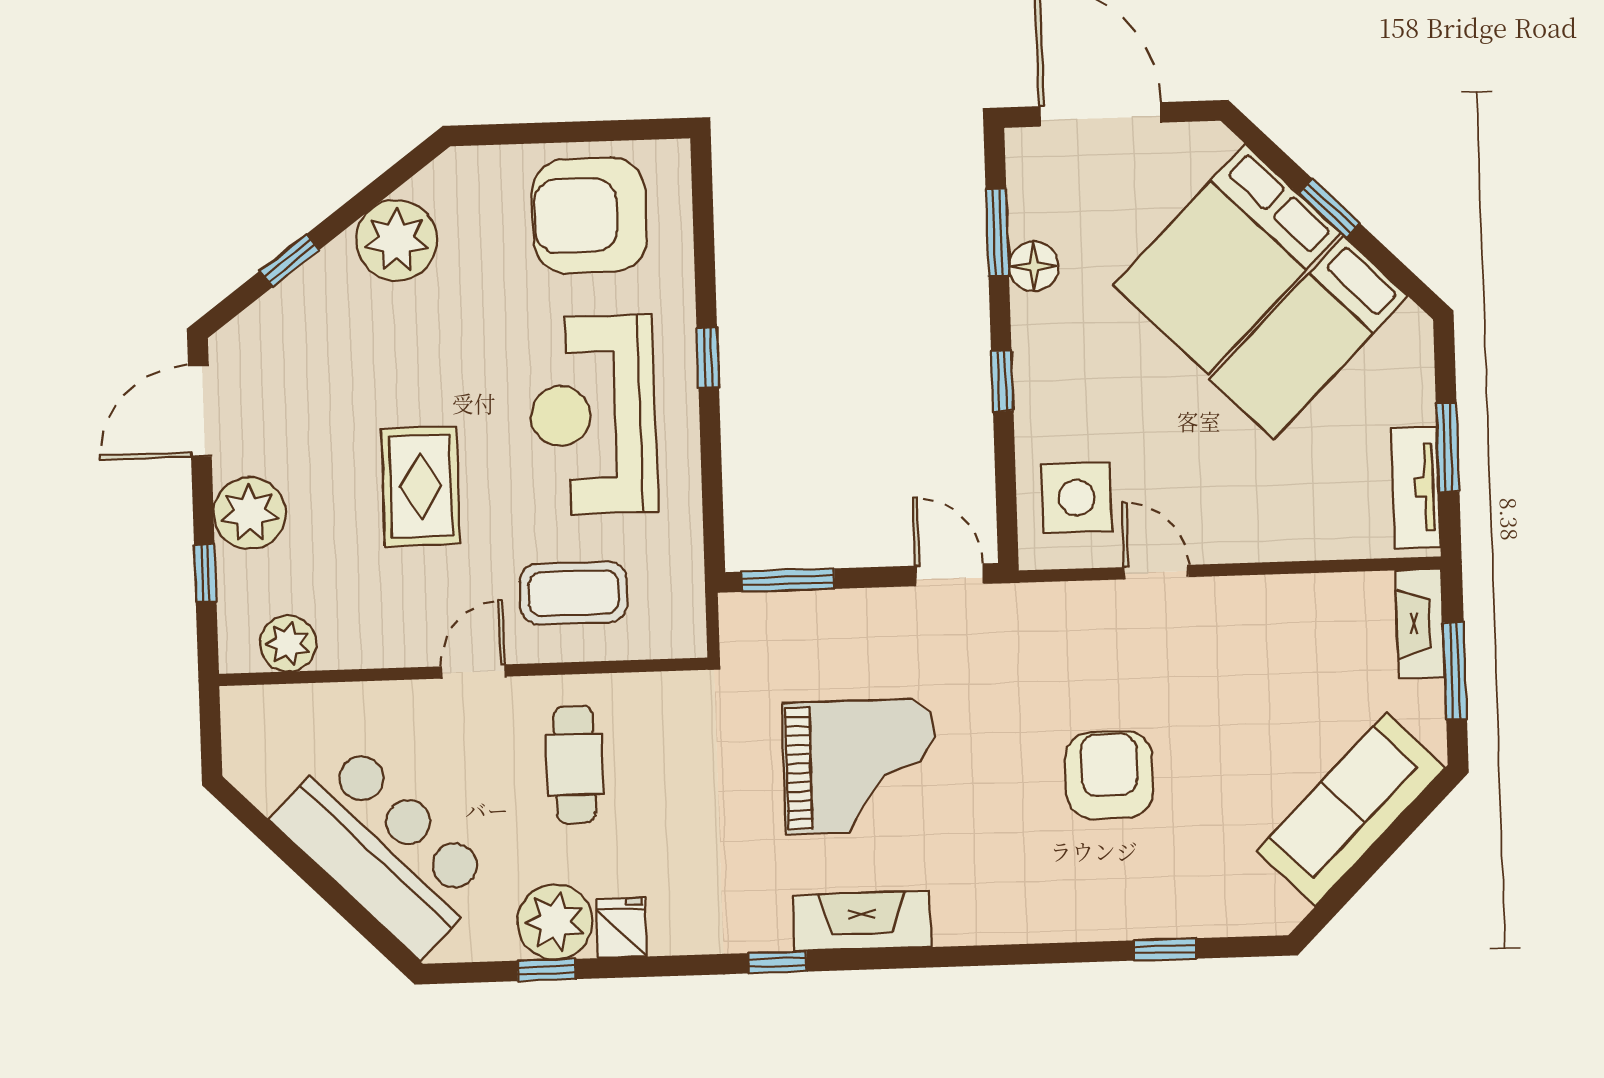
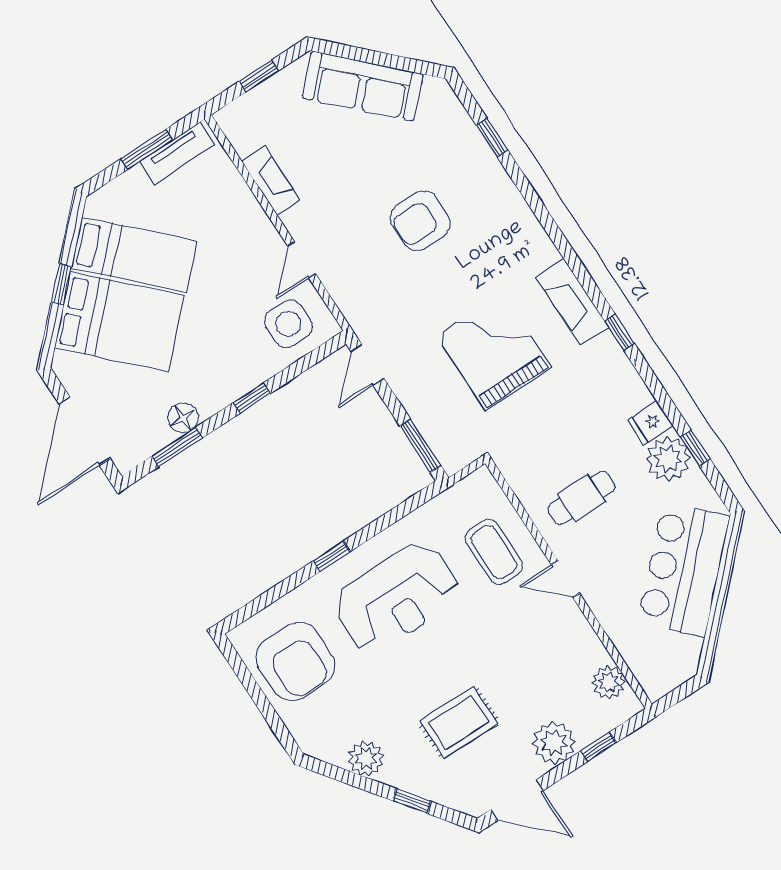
plant: (396, 240) -> (366, 759), width x0.73, depth x0.73
rug: (421, 486) -> (459, 722), moved
fireplace: (1420, 624) -> (271, 181), moved, turned -90
window: (1455, 671) -> (259, 76), width x0.67

